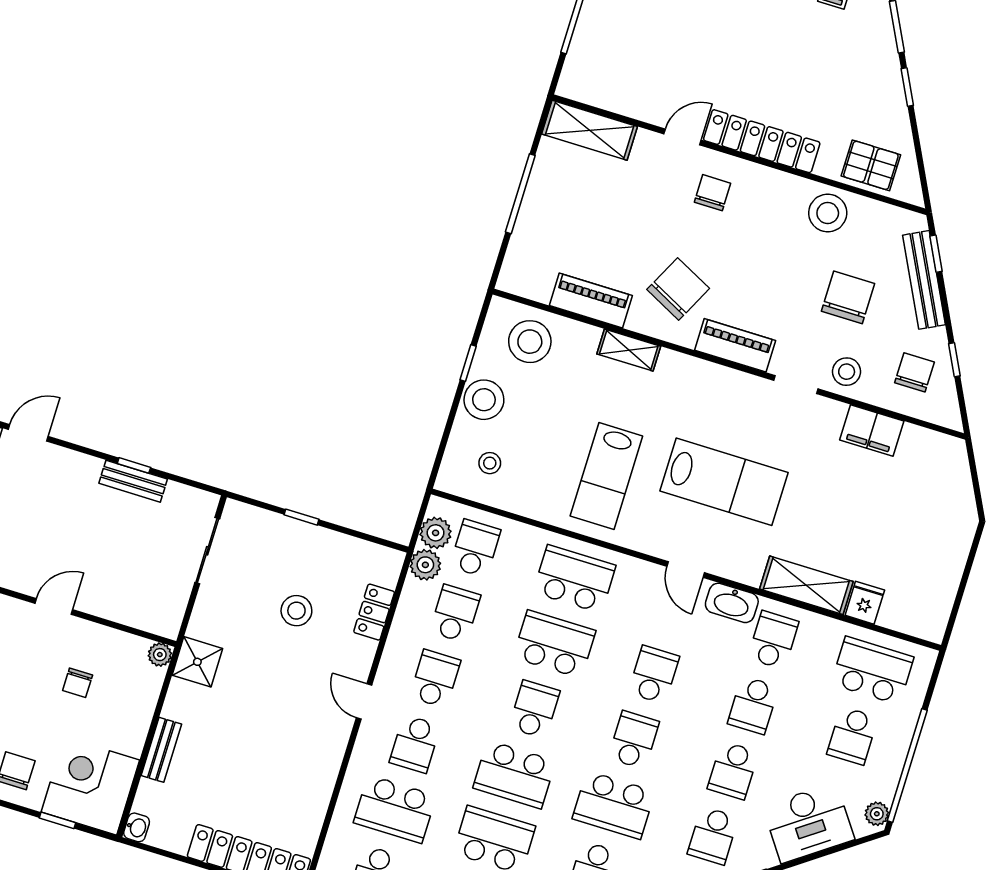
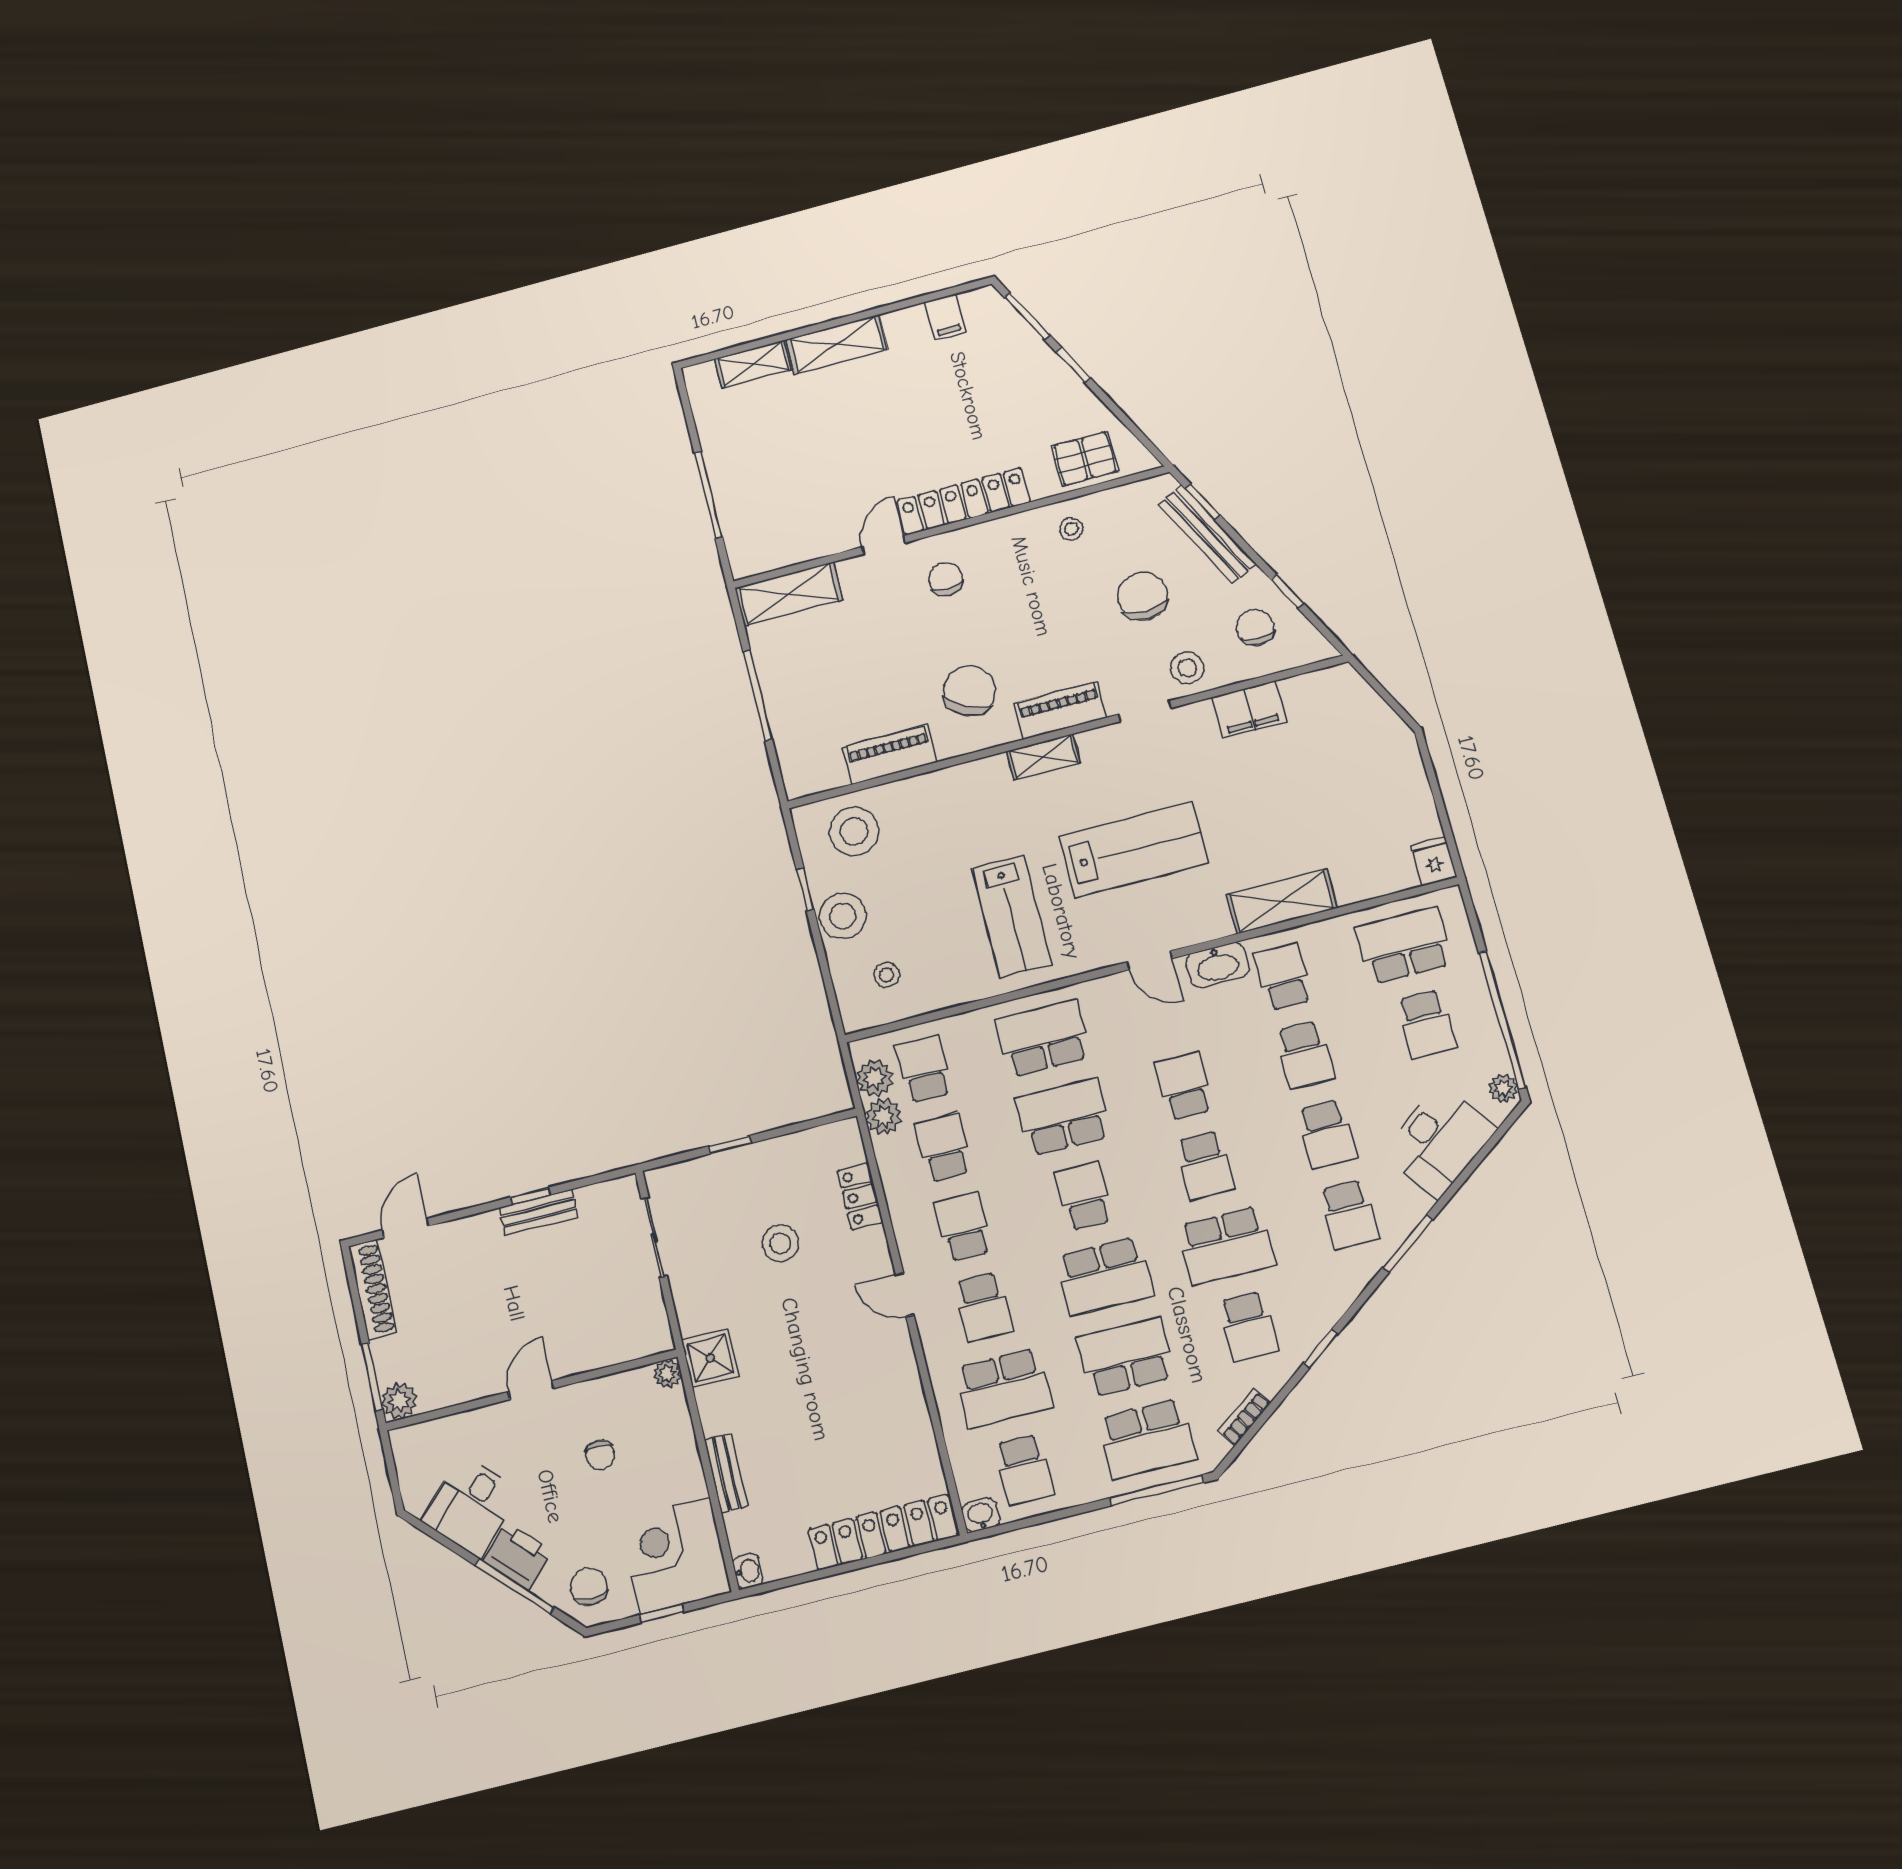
stool: (828, 213) -> (1071, 529), width x0.53, depth x0.53
shelving: (629, 350) -> (1043, 757), moved
fridge: (865, 603) -> (1434, 861), moved
school desk: (634, 740) -> (1205, 1165), turned 180

